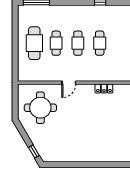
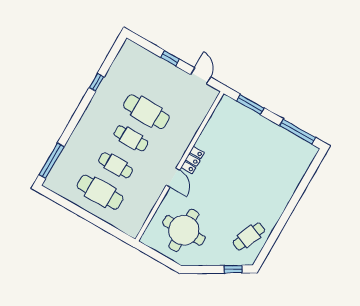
cafe table: (100, 43) -> (146, 112), width x1.37, depth x1.35
locker: (104, 88) -> (193, 160), moved
cafe table: (59, 150) -> (249, 236), added

